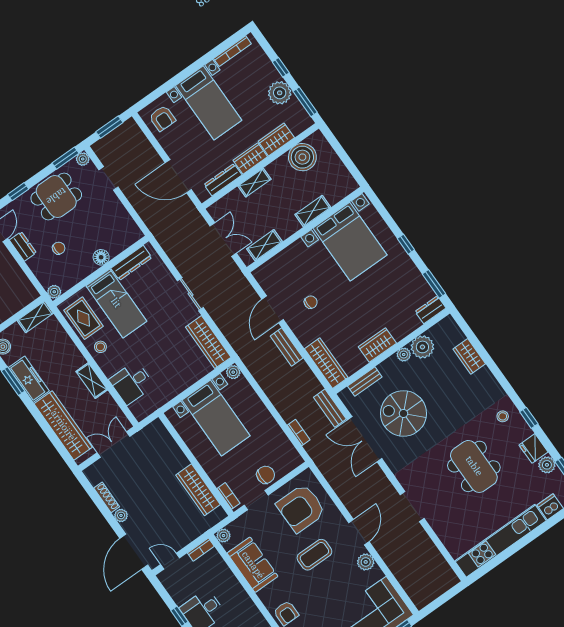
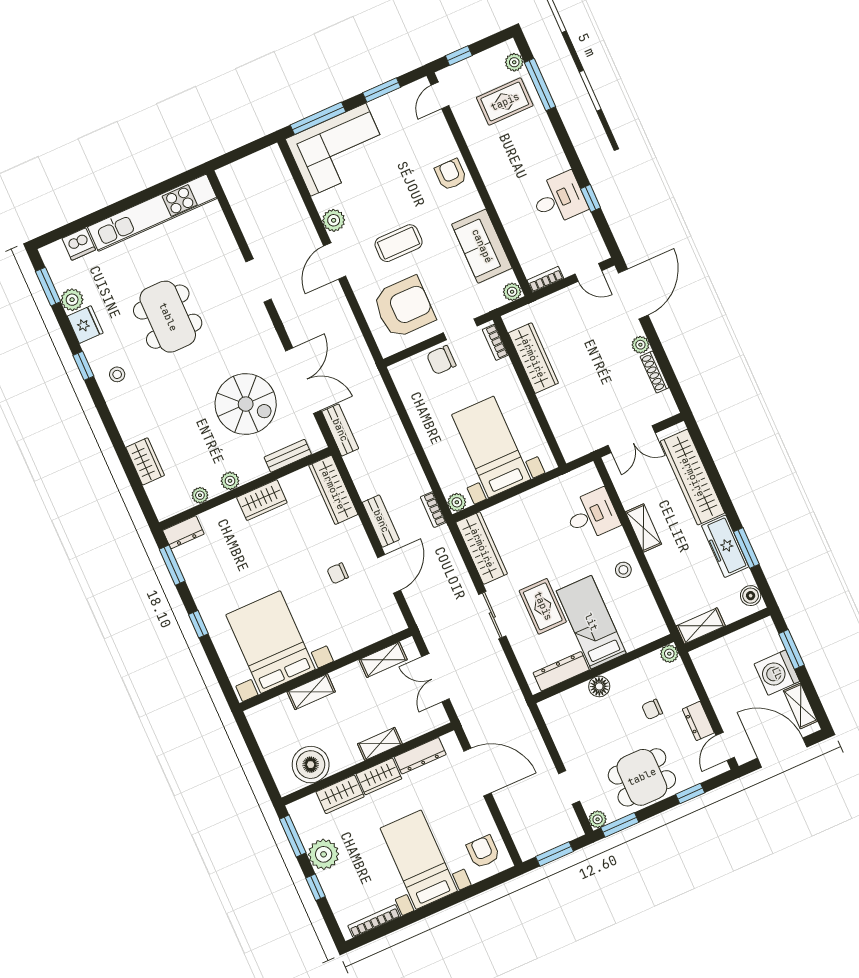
rug: (83, 318) -> (543, 606), moved
plant: (422, 347) -> (200, 495), width x0.53, depth x0.53
bookcase: (299, 432) -> (433, 510), moved

